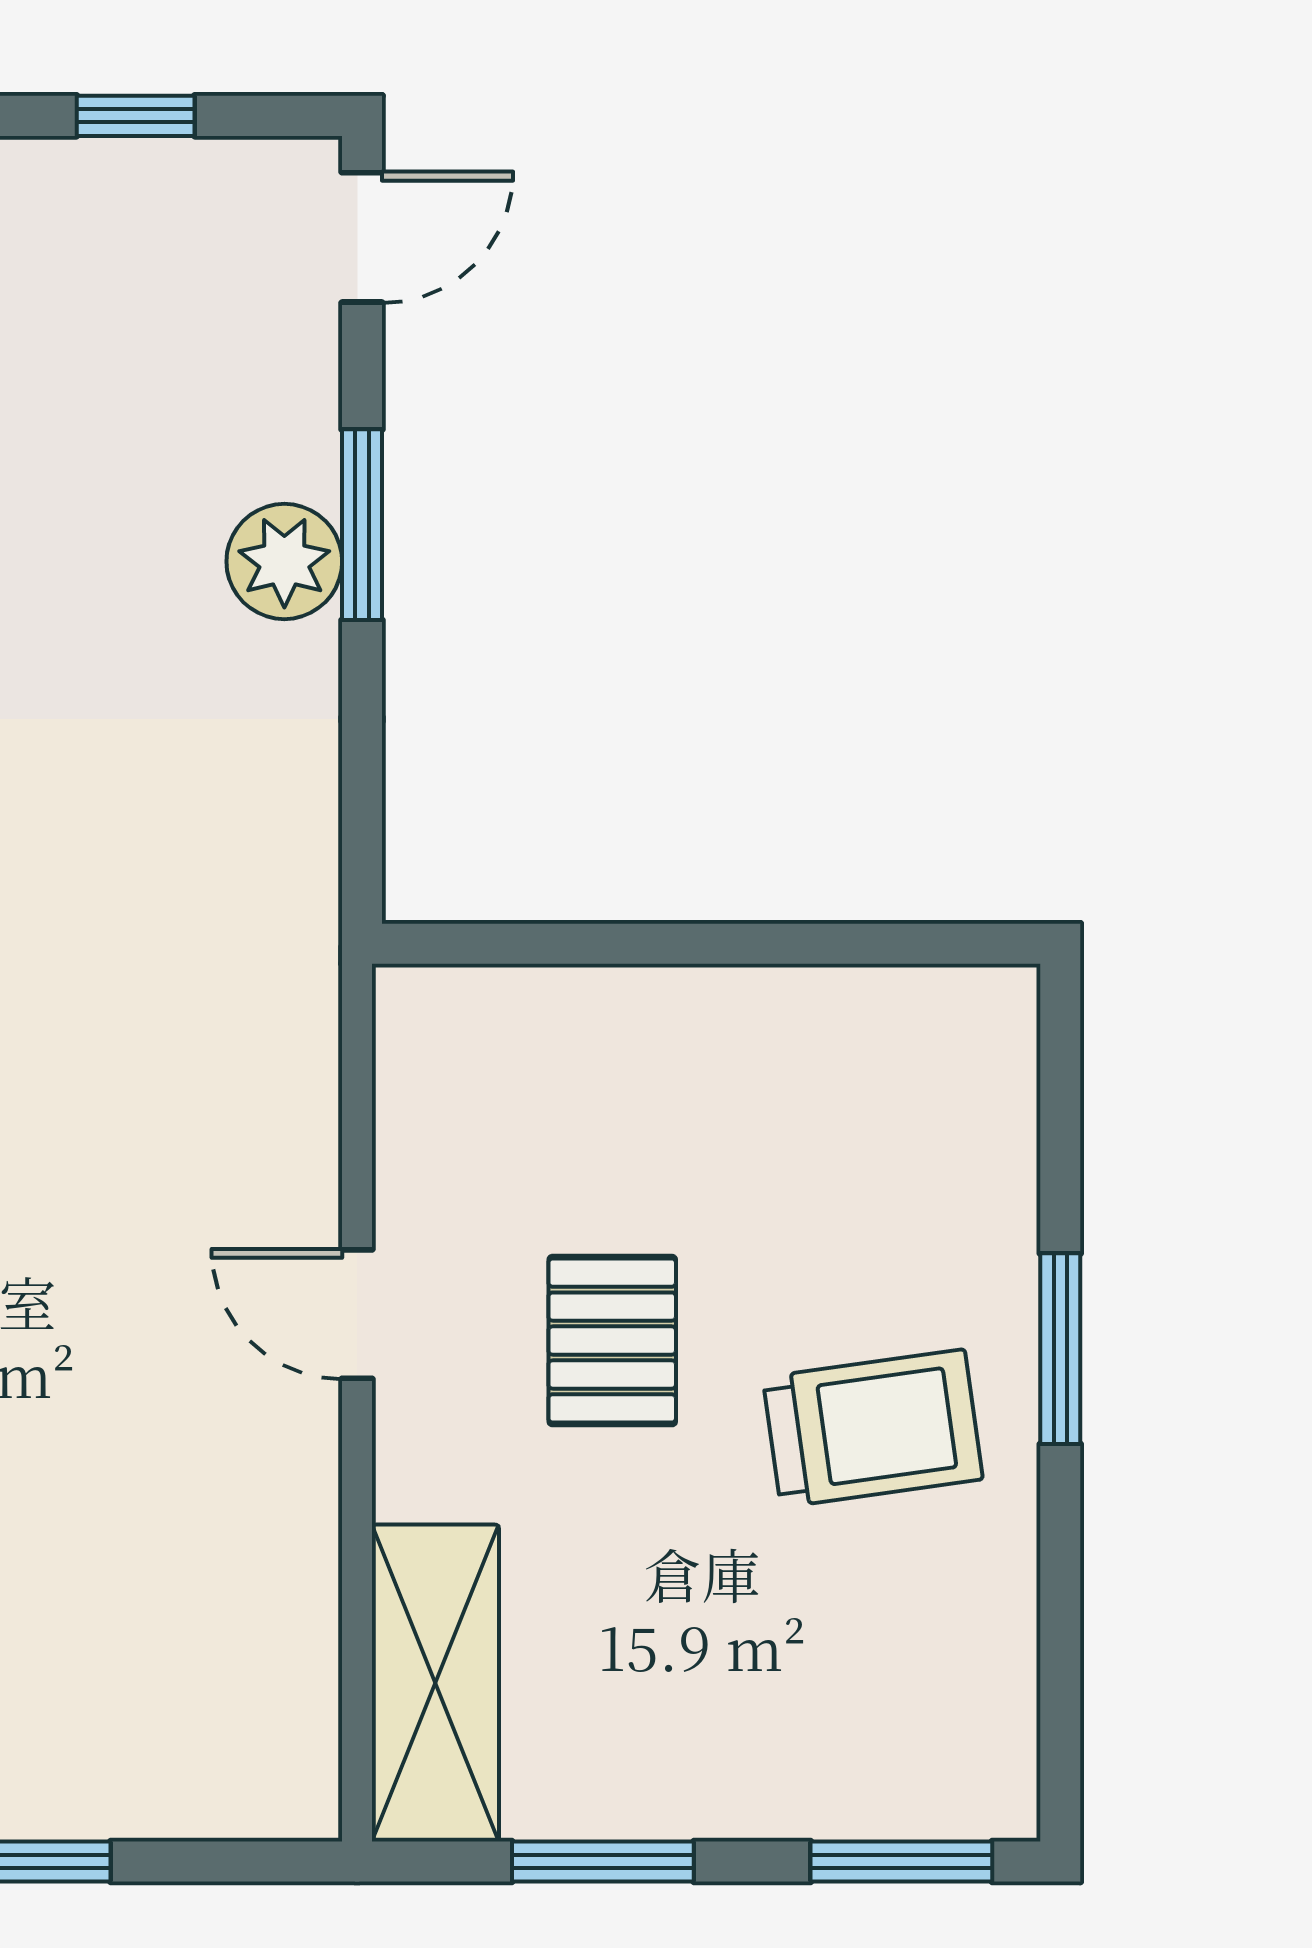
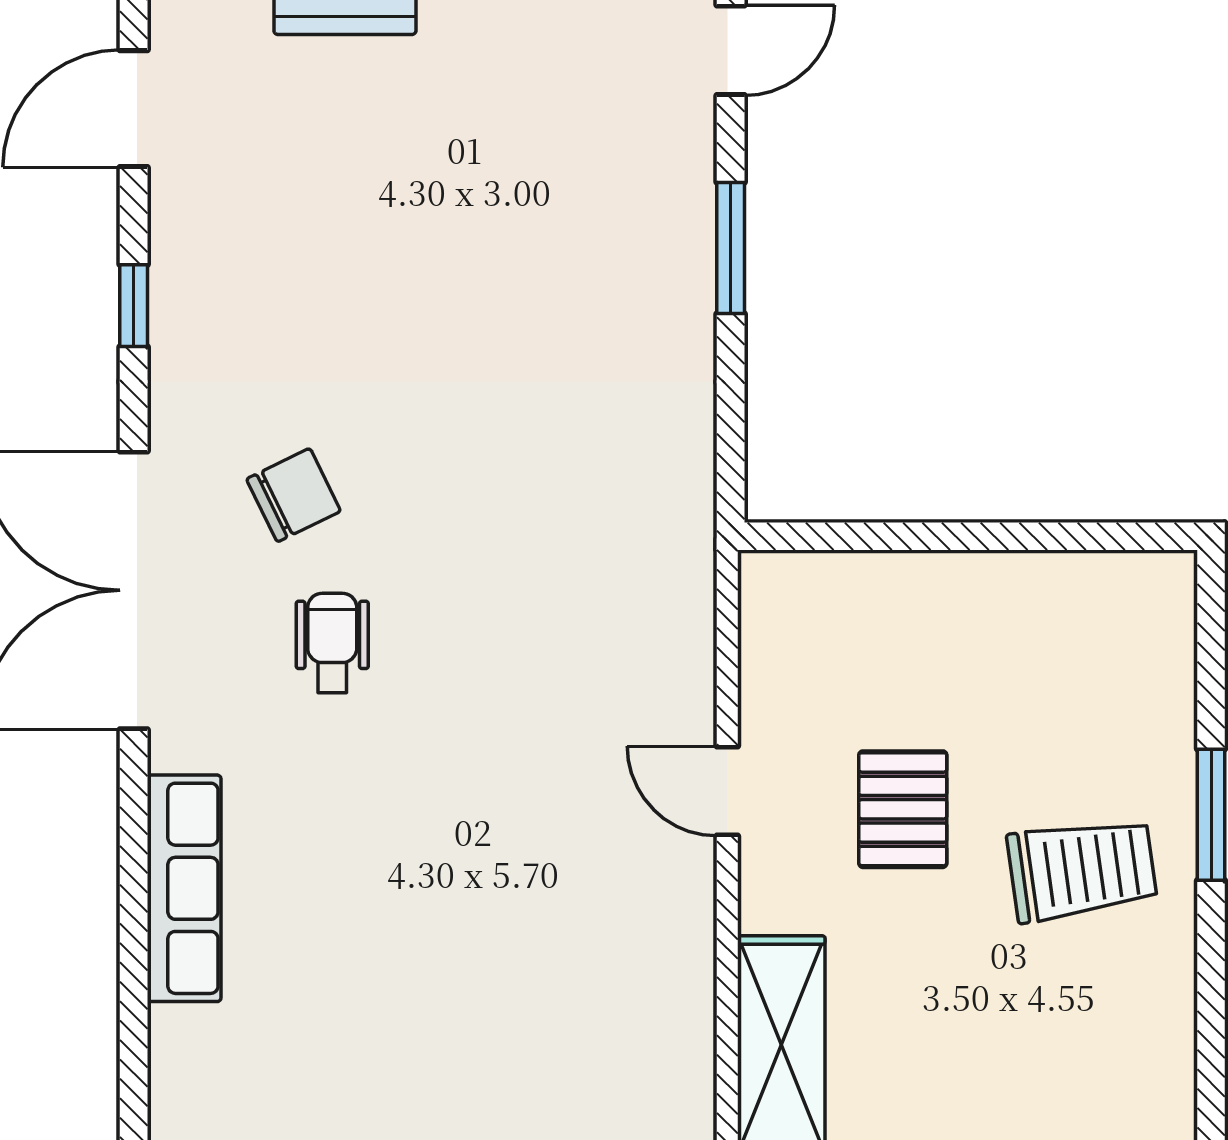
plant: (284, 561) -> (677, 273), removed

